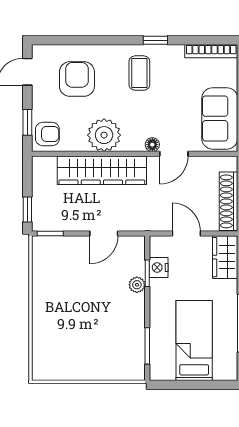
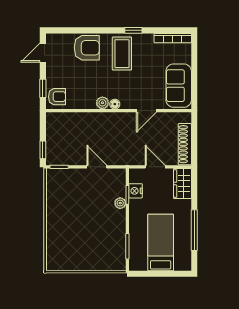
coffee table: (139, 73) -> (122, 54), width x1.36, depth x1.30
armchair: (77, 79) -> (87, 48), moved, turned 90
plant: (104, 135) -> (102, 103), width x0.53, depth x0.53
floor lamp: (152, 145) -> (115, 104), moved
wardrobe: (102, 170) -> (95, 122), removed
door: (104, 234) -> (97, 167), swing flipped

